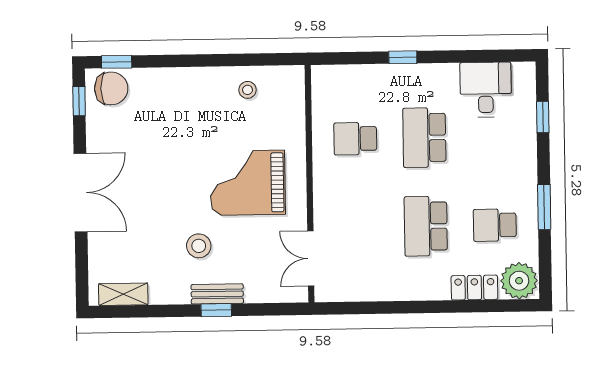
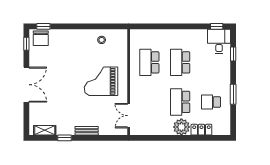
window: (403, 57) -> (217, 26), moved
chair: (111, 88) -> (41, 38), turned 90
desk: (486, 90) -> (219, 41), moved
school desk: (355, 139) -> (149, 62), width x1.85
stool: (199, 246) -> (79, 109), removed
plant: (519, 281) -> (181, 127), moved
window: (216, 310) -> (65, 138), moved

